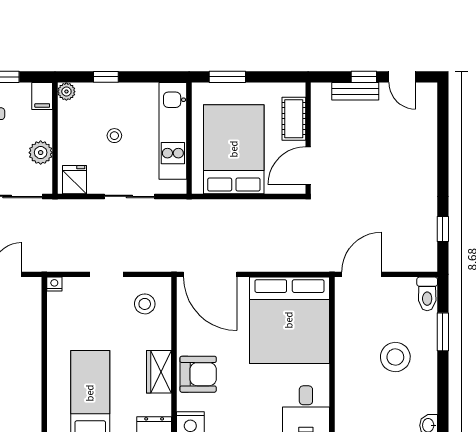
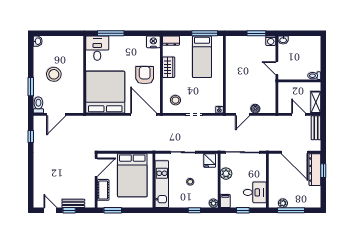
window: (227, 77) -> (113, 210), moved
door: (362, 274) -> (56, 114), moved
armchair: (198, 374) -> (145, 75), moved, turned 90

